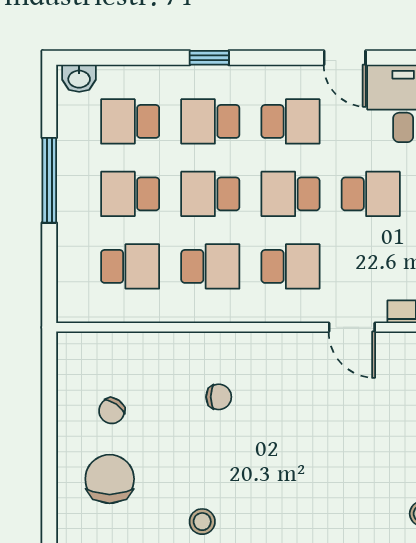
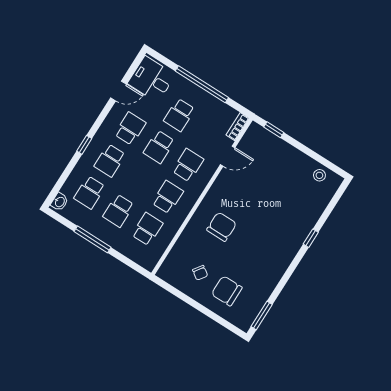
school desk: (210, 194) -> (139, 179), removed
school desk: (371, 194) -> (179, 115), turned 180
chair: (219, 397) -> (222, 227), width x1.87, depth x1.87
stool: (202, 522) -> (267, 265), removed

